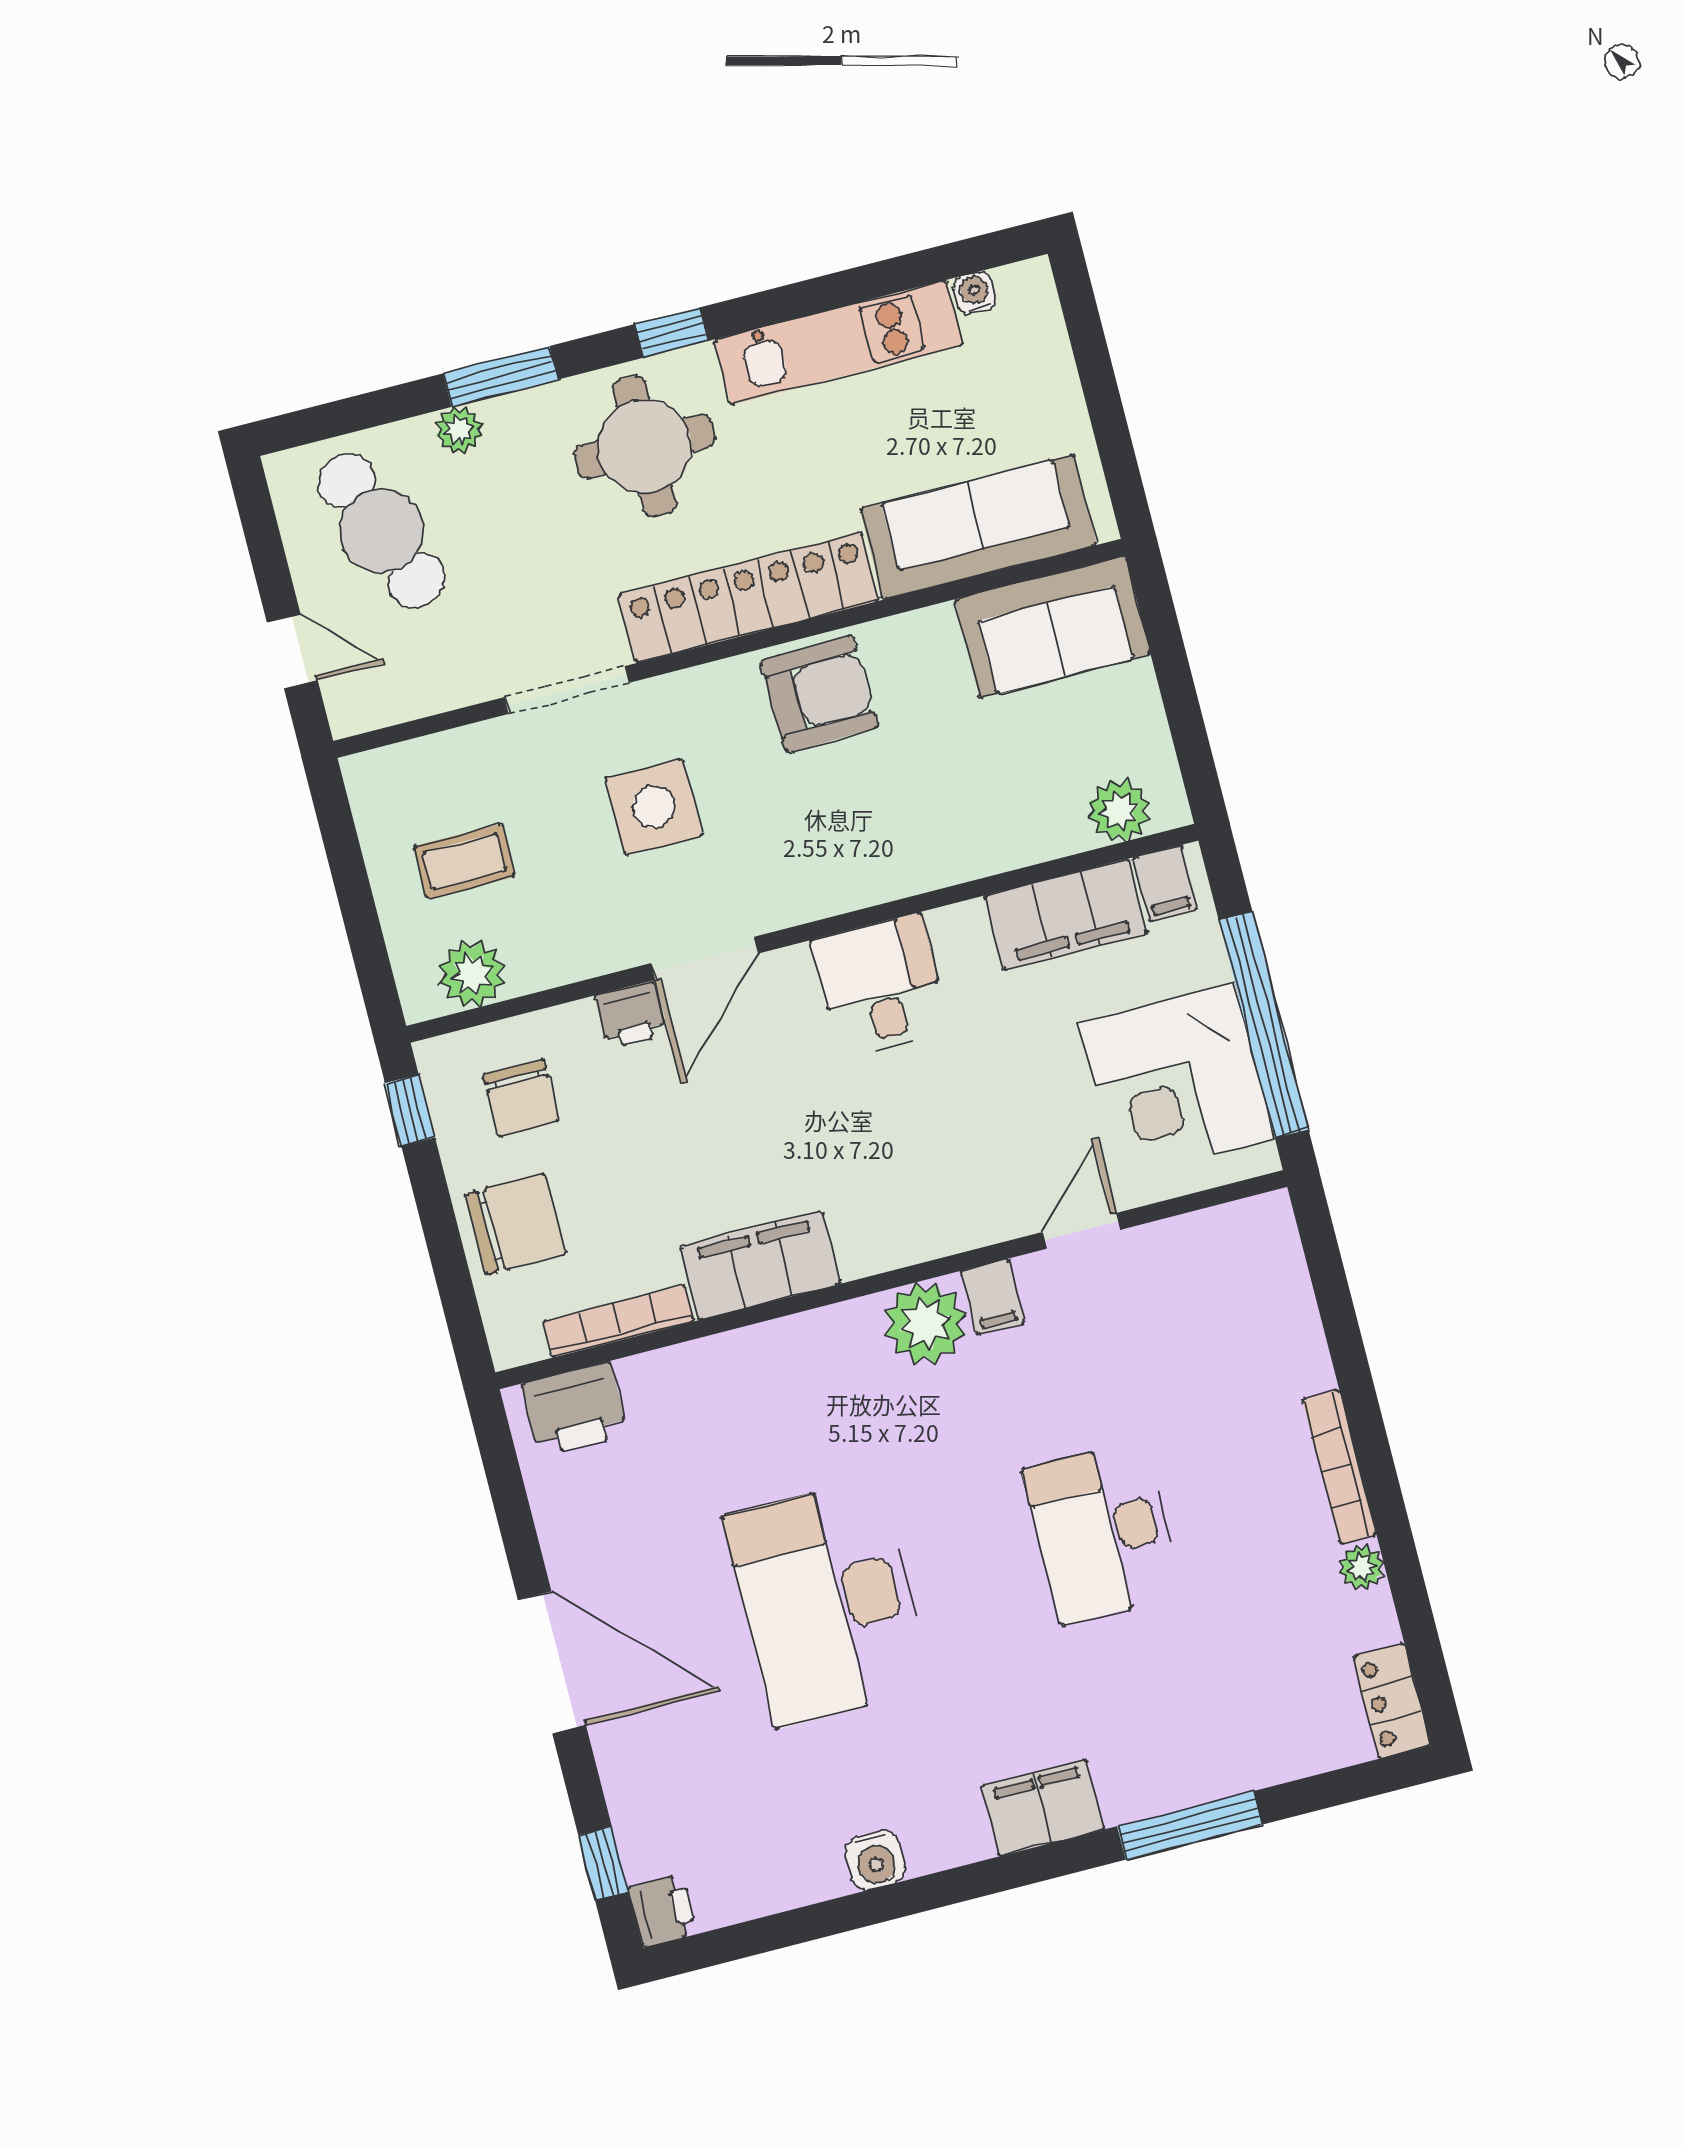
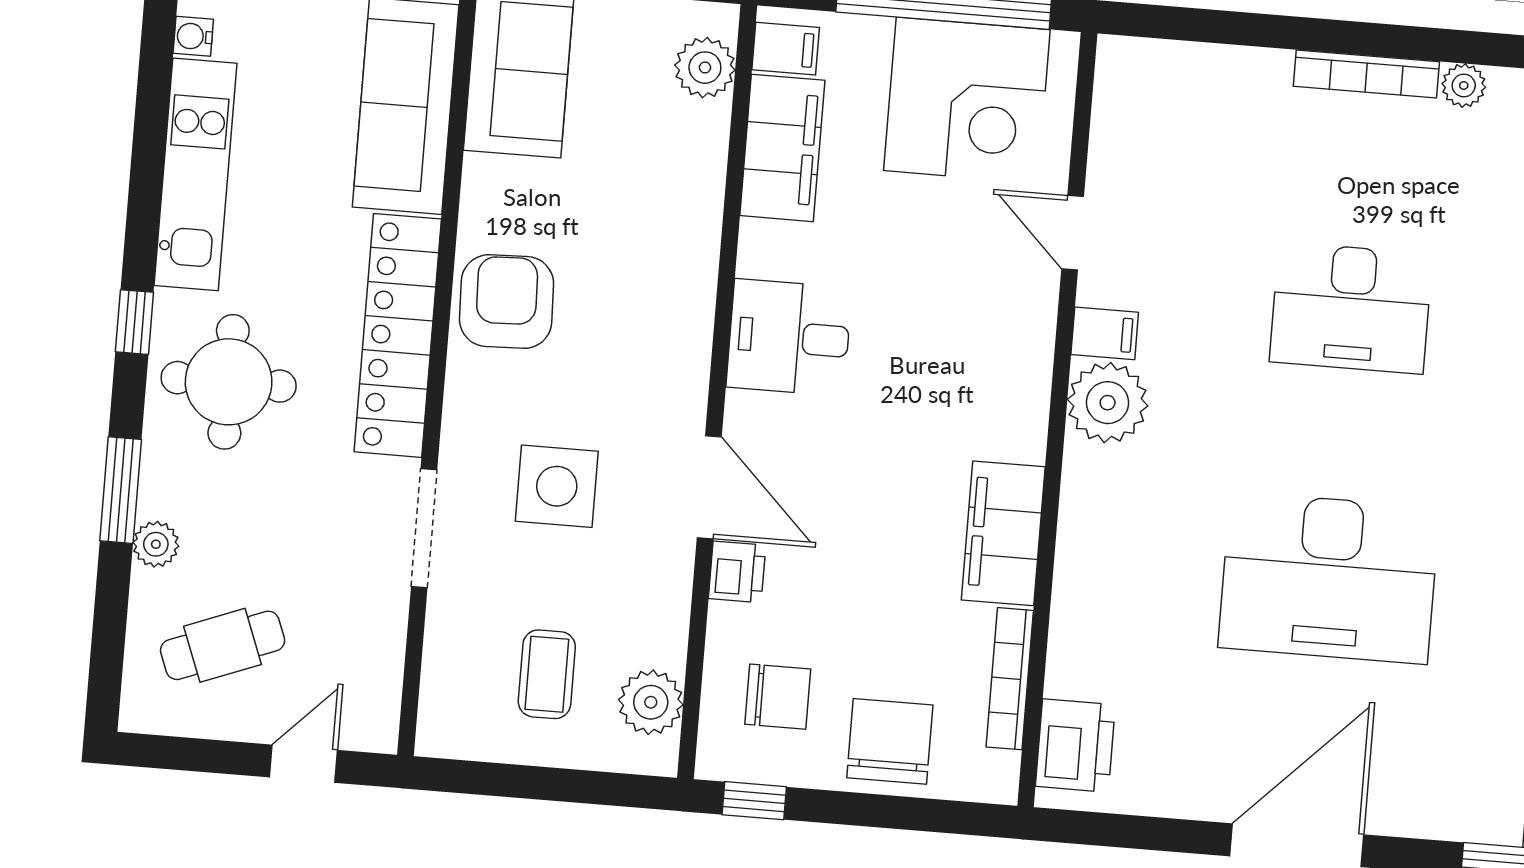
cafe table: (382, 531) -> (223, 645), width x0.73, depth x0.74

